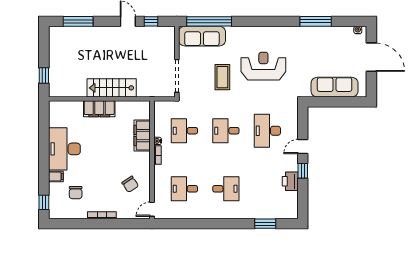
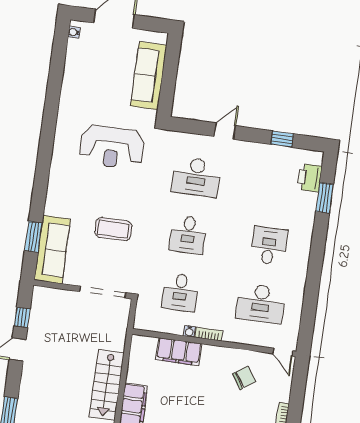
window: (209, 21) -> (33, 237), width x0.47
window: (316, 21) -> (54, 89), removed
reception desk: (263, 66) -> (112, 147), moved, turned -90
door: (303, 147) -> (225, 131), swing flipped
window: (303, 171) -> (282, 139), moved
printer: (290, 181) -> (310, 178), moved, turned 90
desk: (184, 189) -> (261, 303), width x1.37

